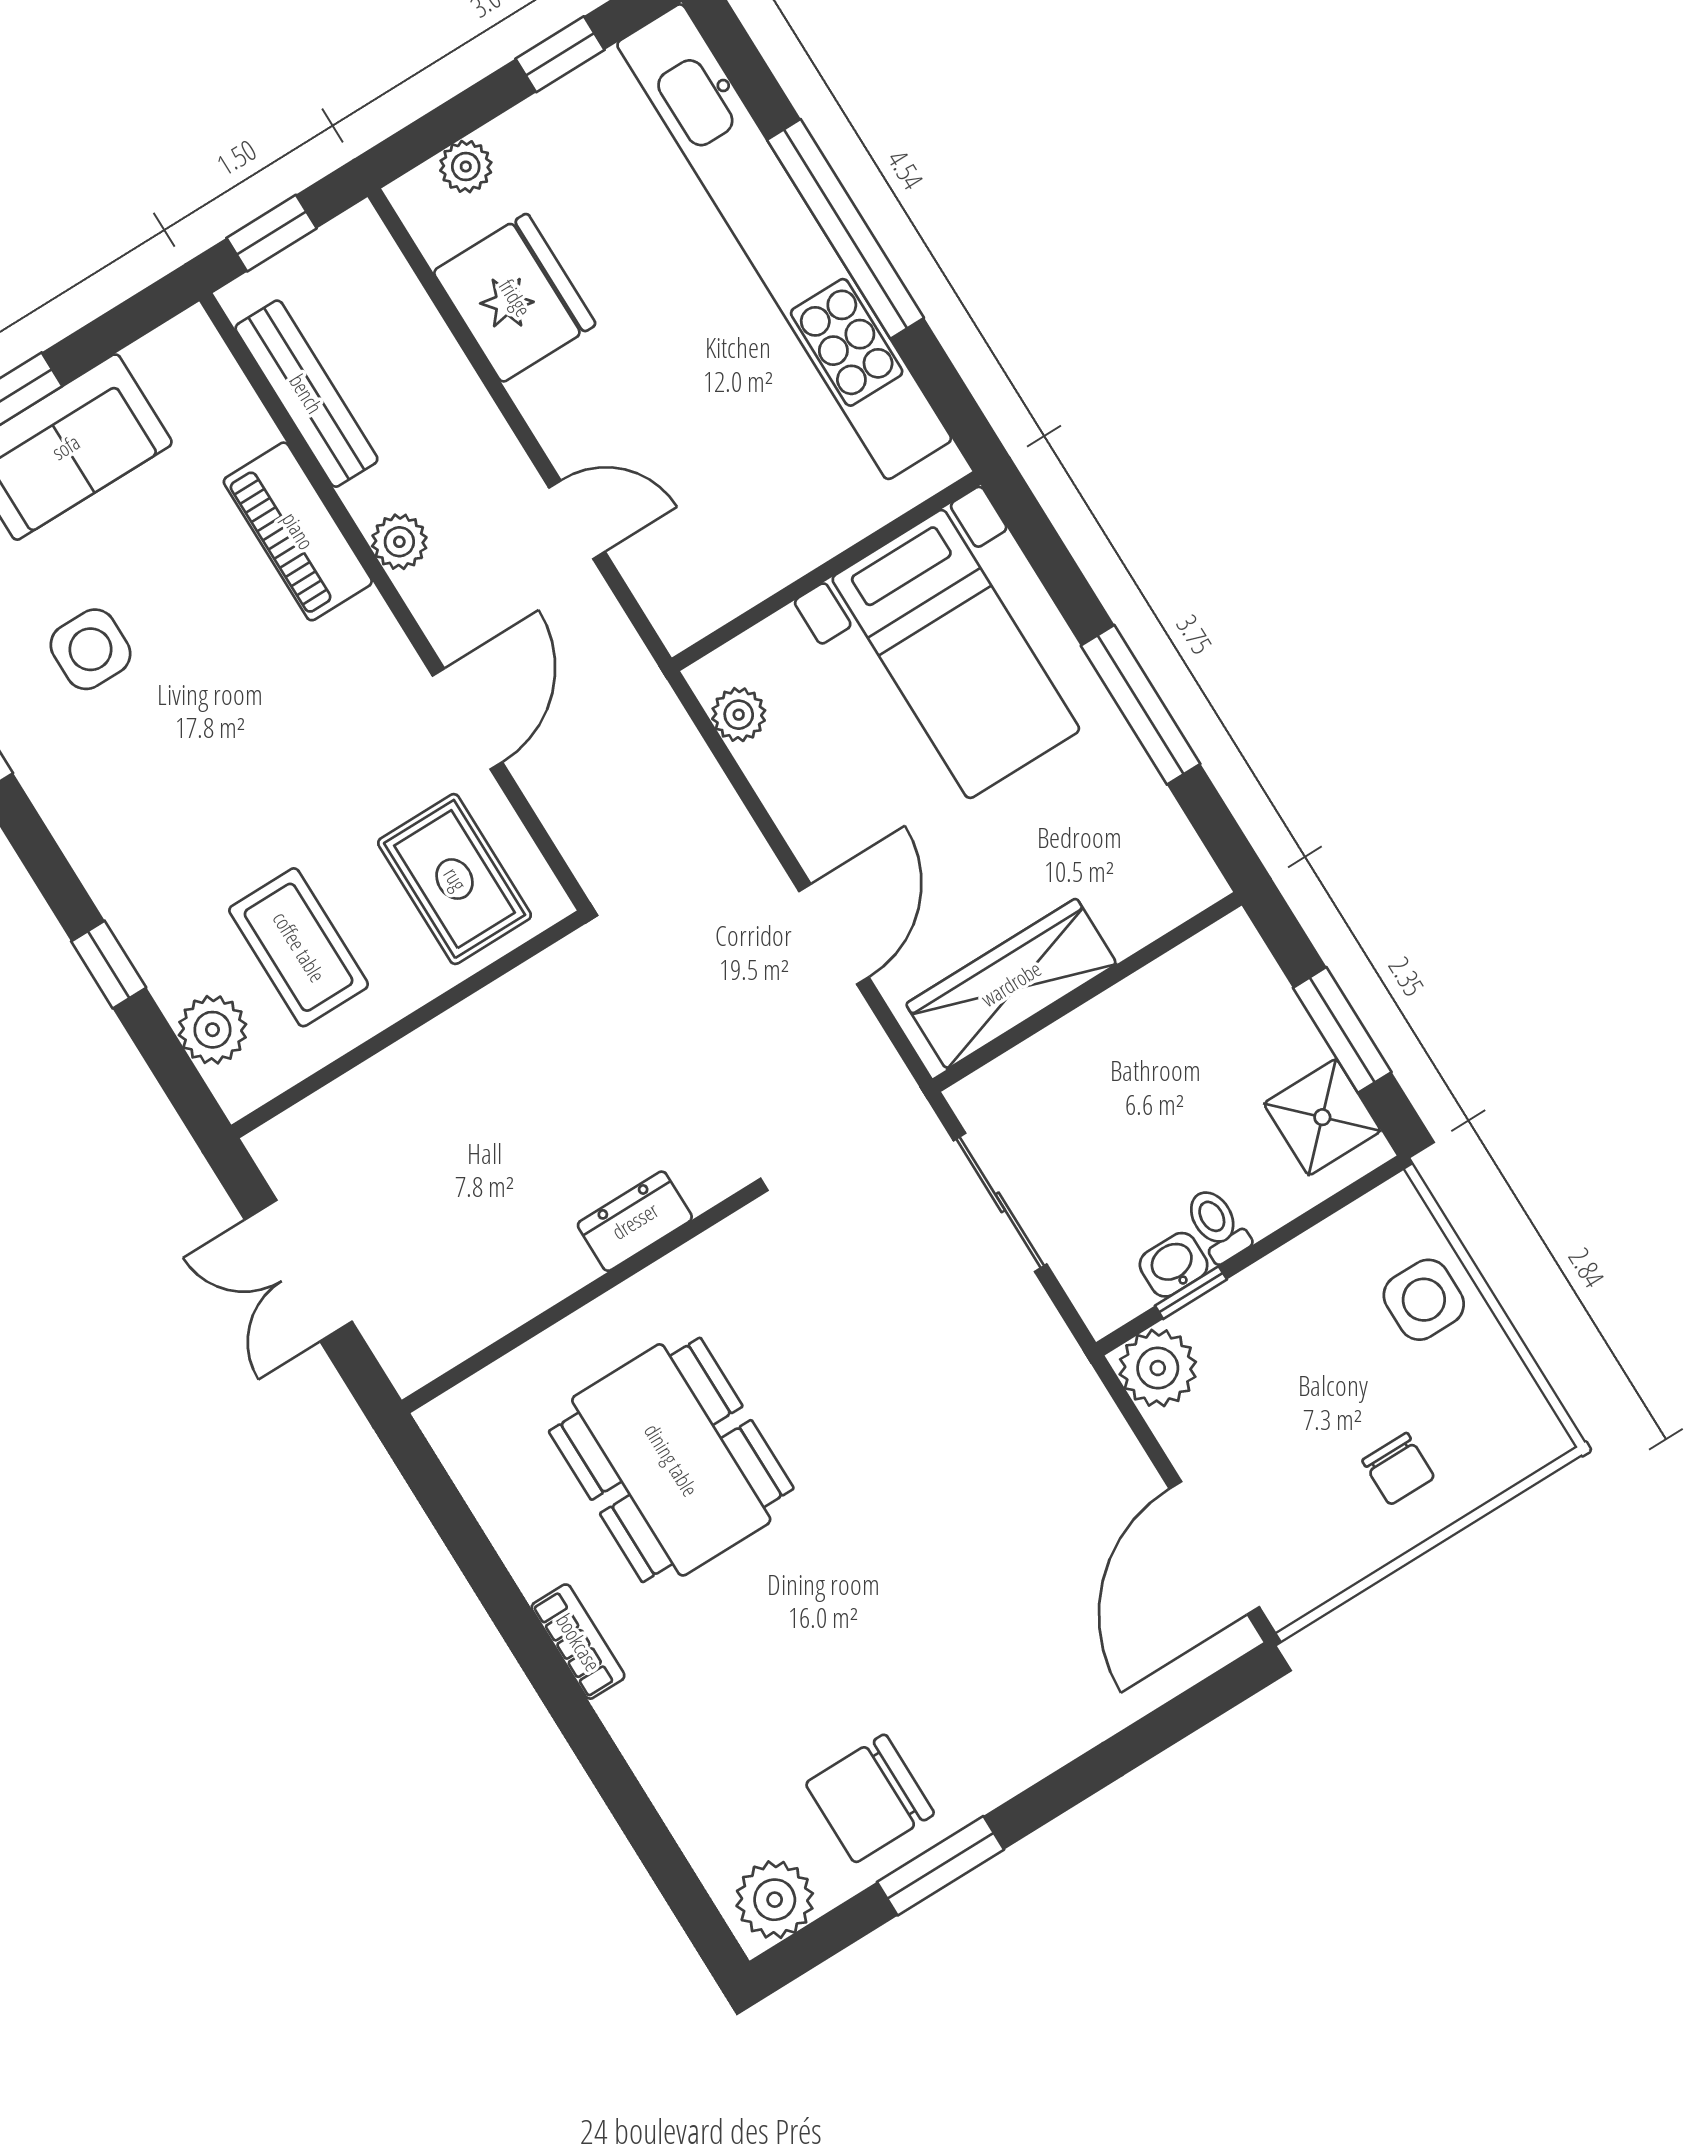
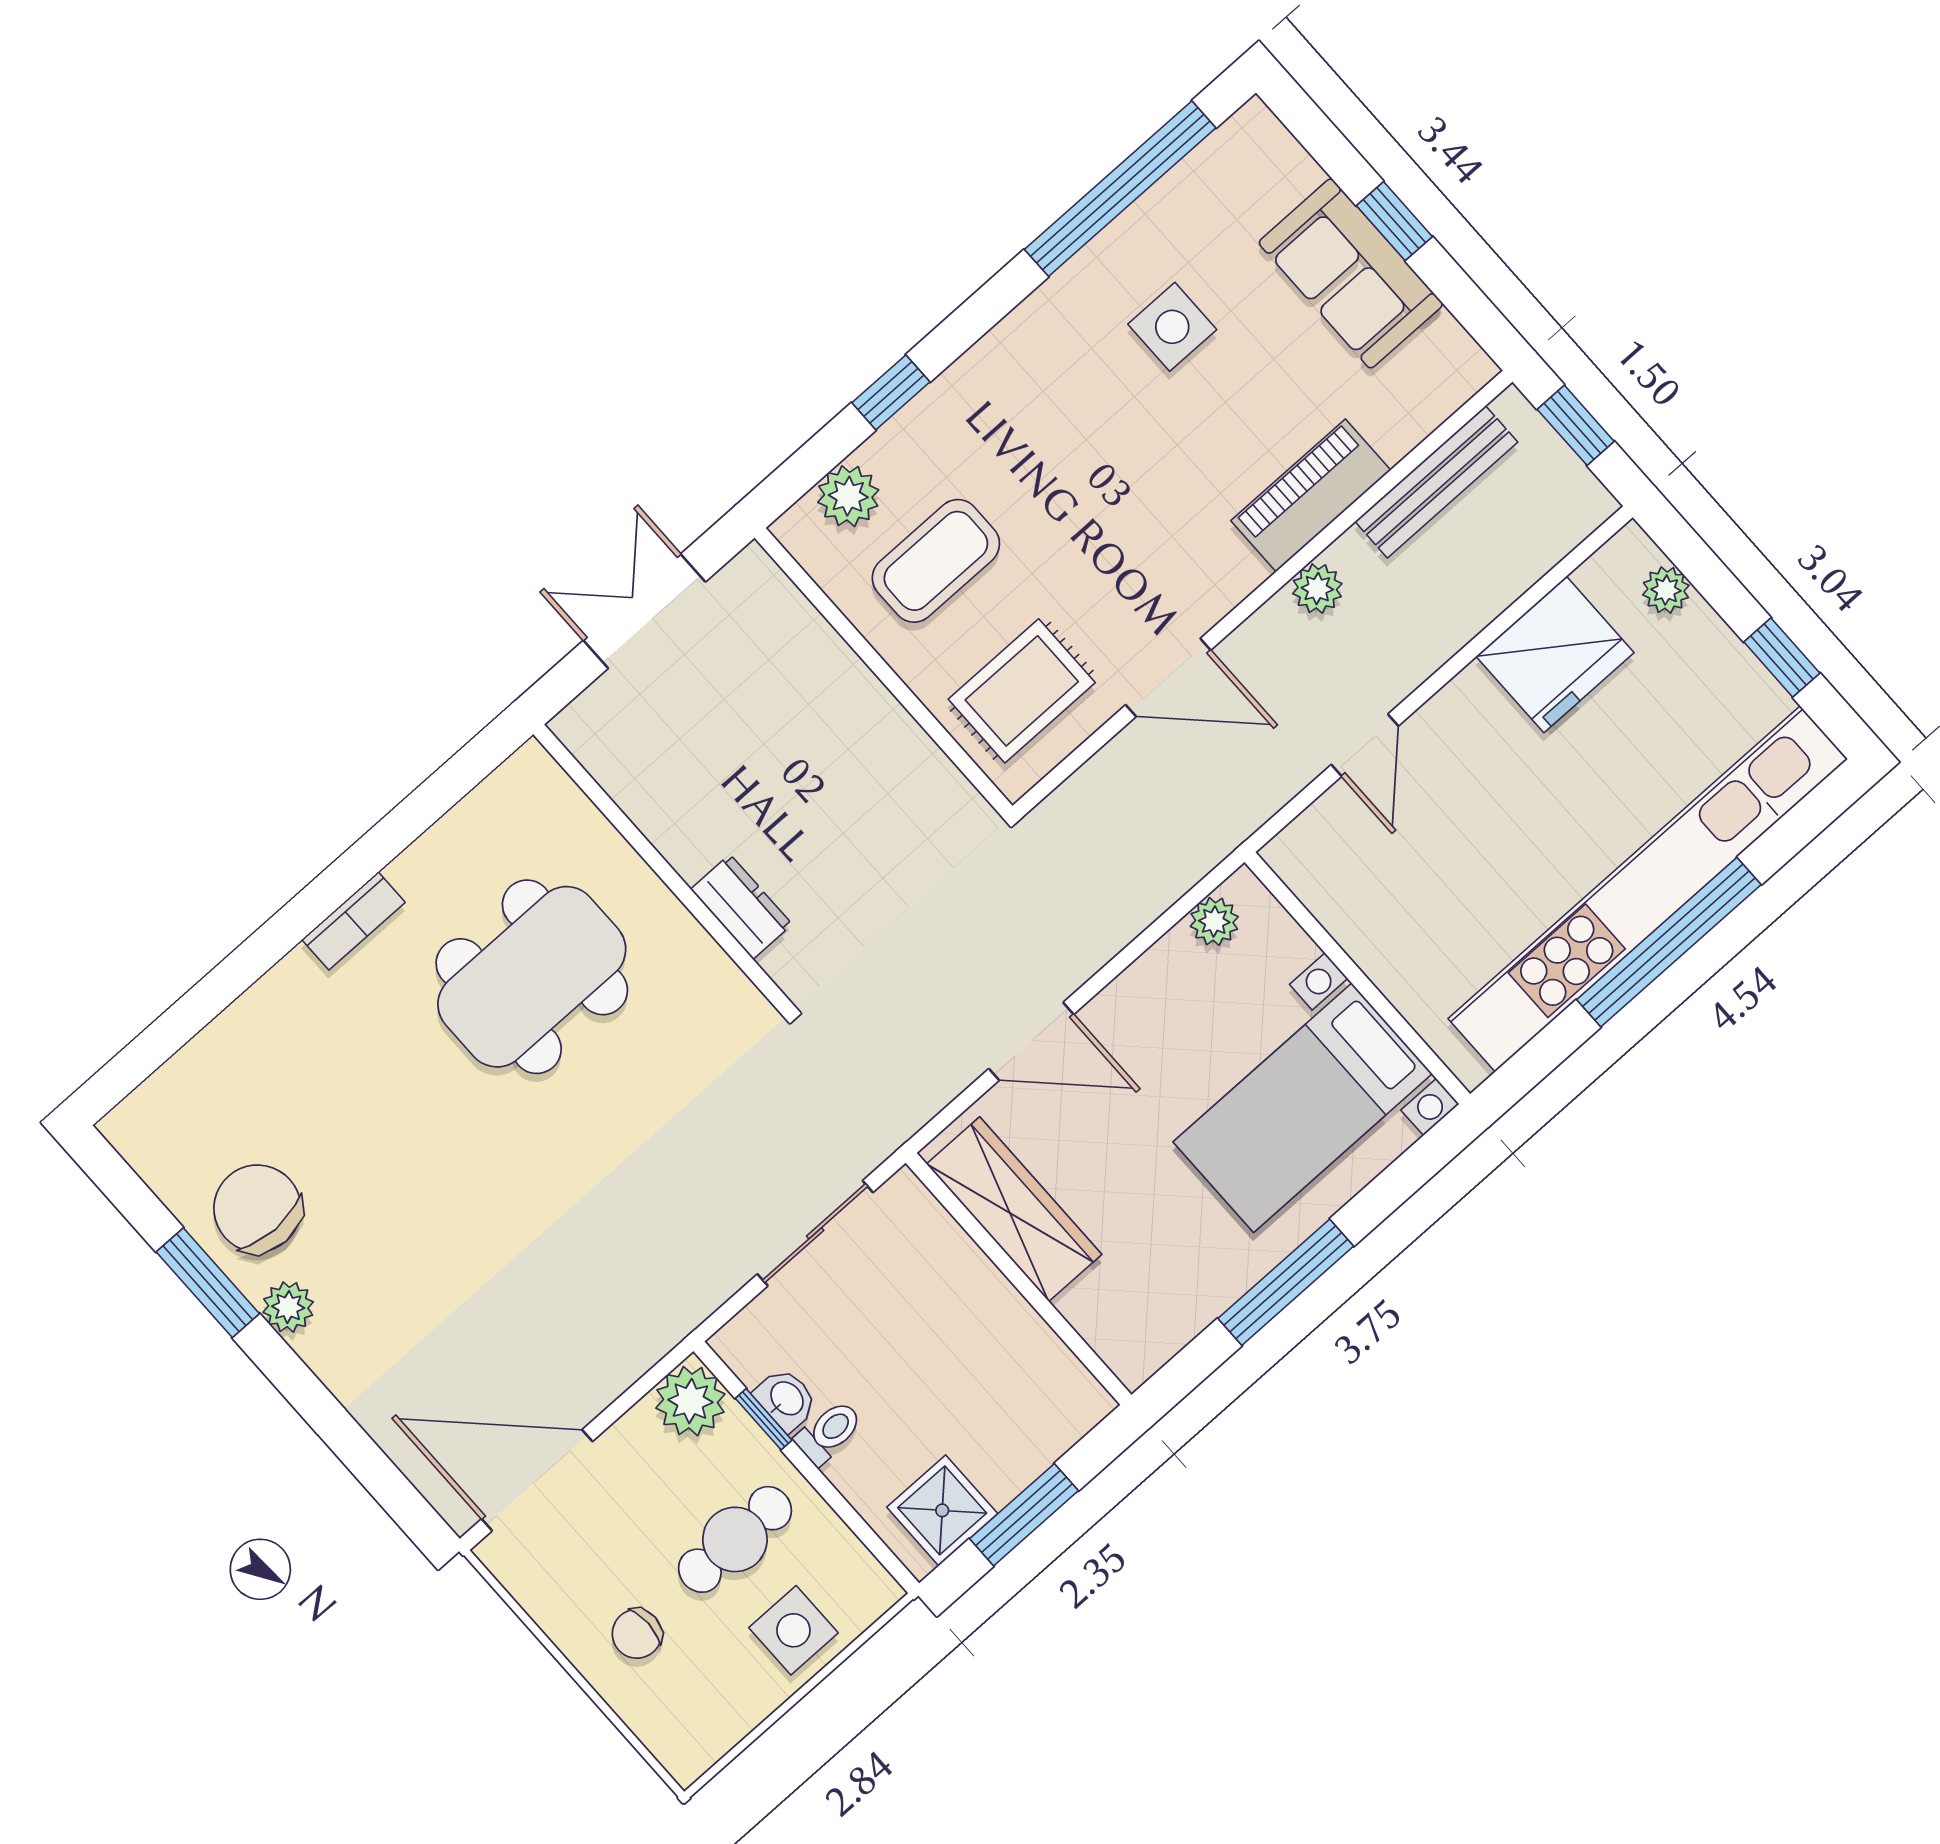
cafe table: (1315, 1346) -> (735, 1539), added
plant: (775, 1900) -> (288, 1307), moved, width x0.73, depth x0.73

